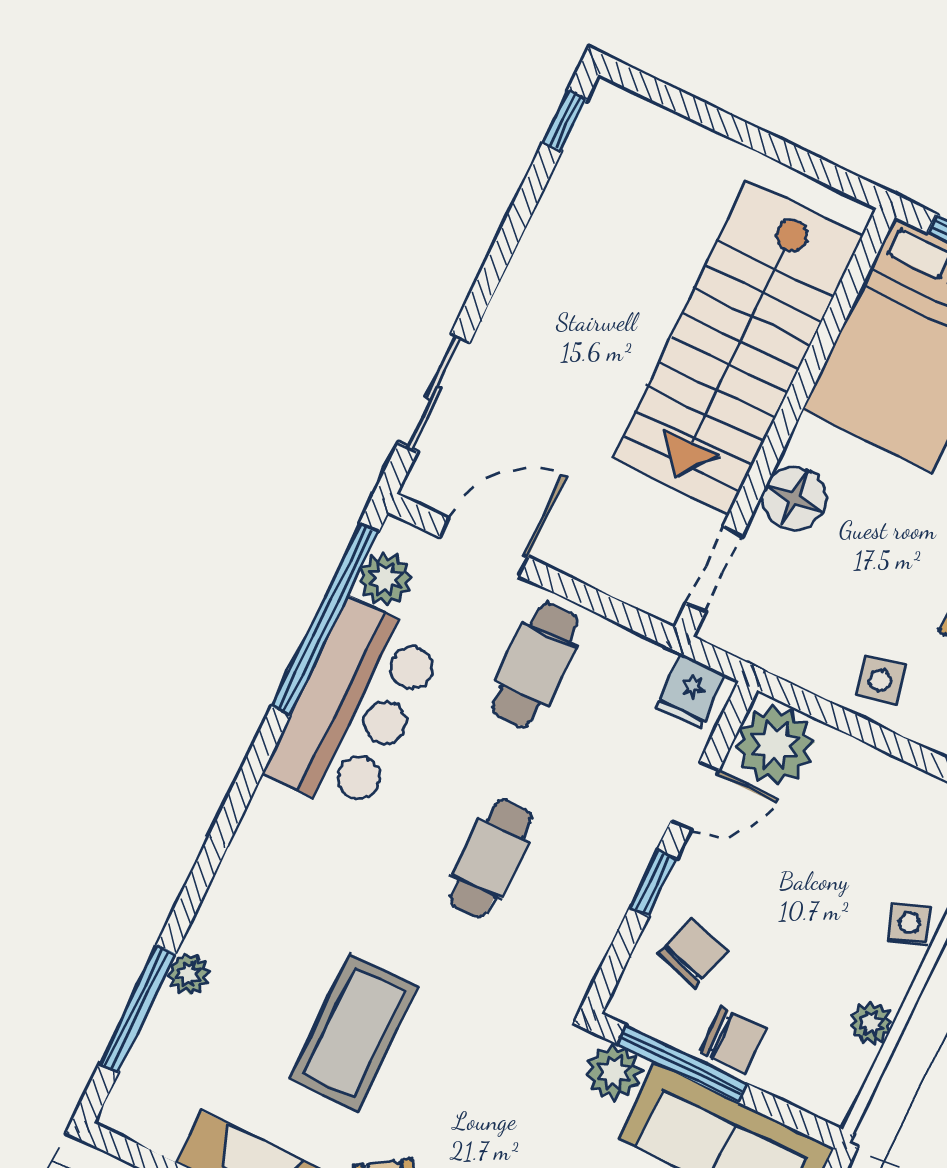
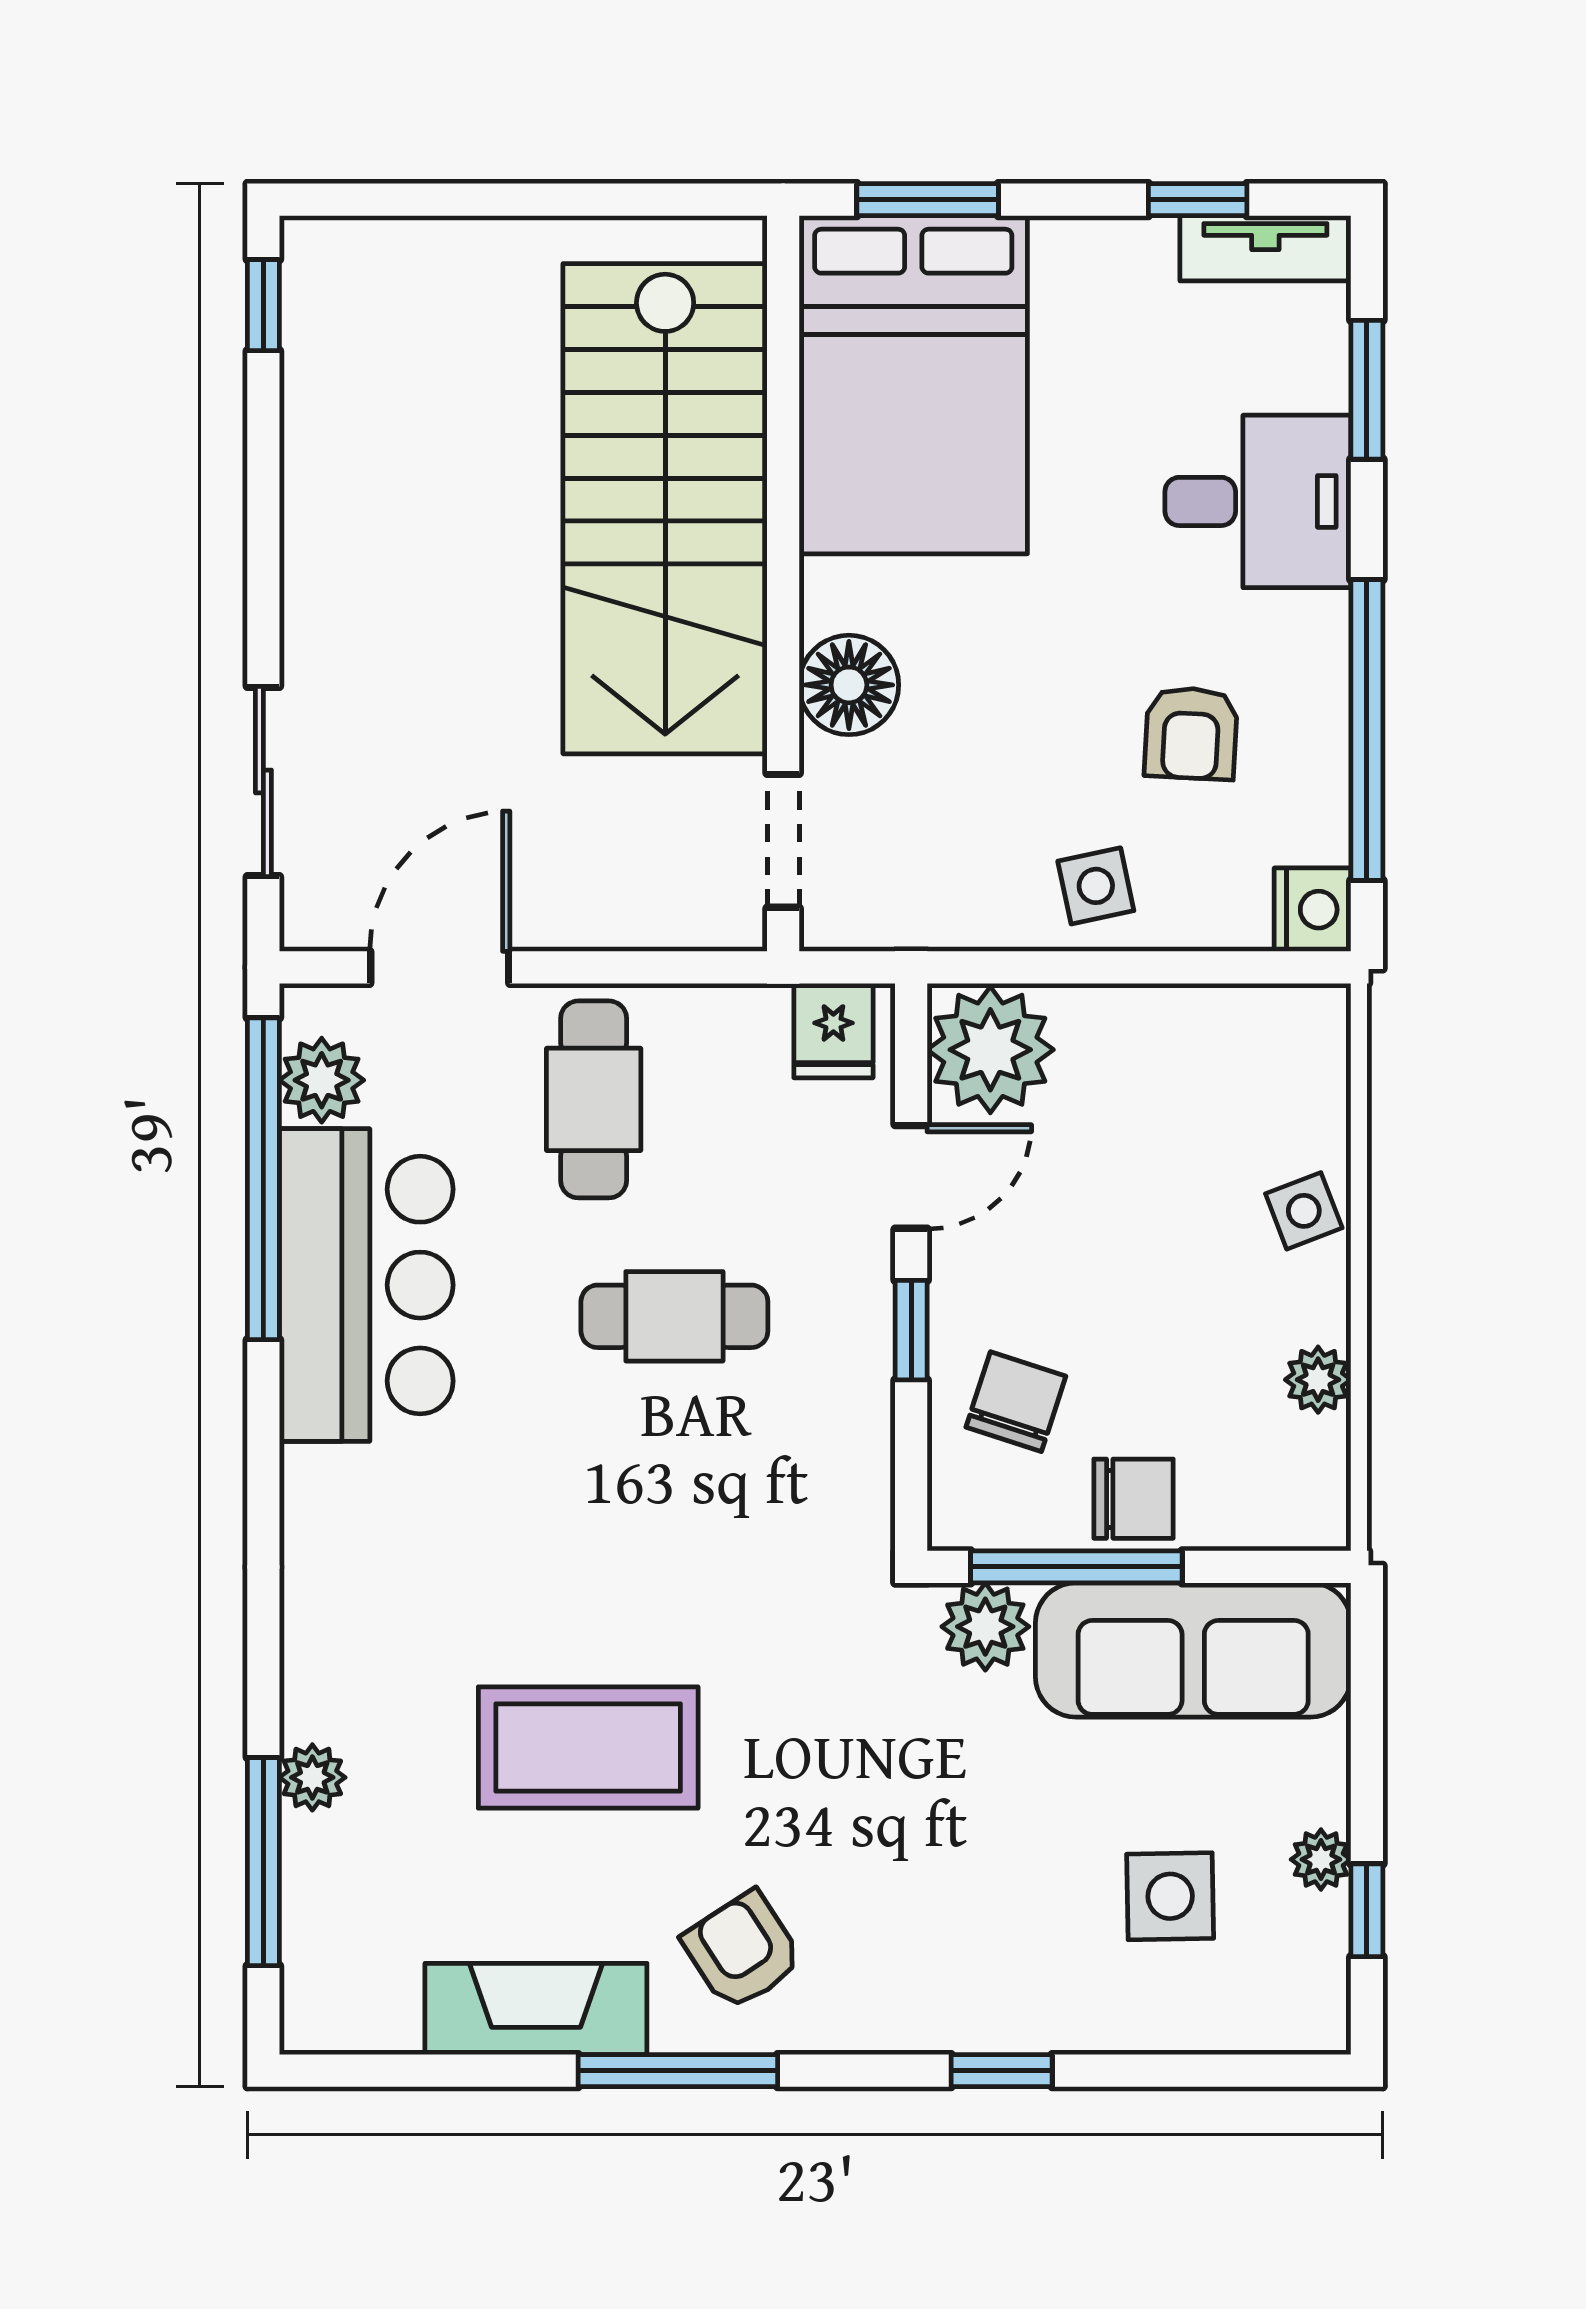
cafe table: (491, 859) -> (674, 1316), moved, turned 90
coffee table: (354, 1033) -> (588, 1747), turned 90

